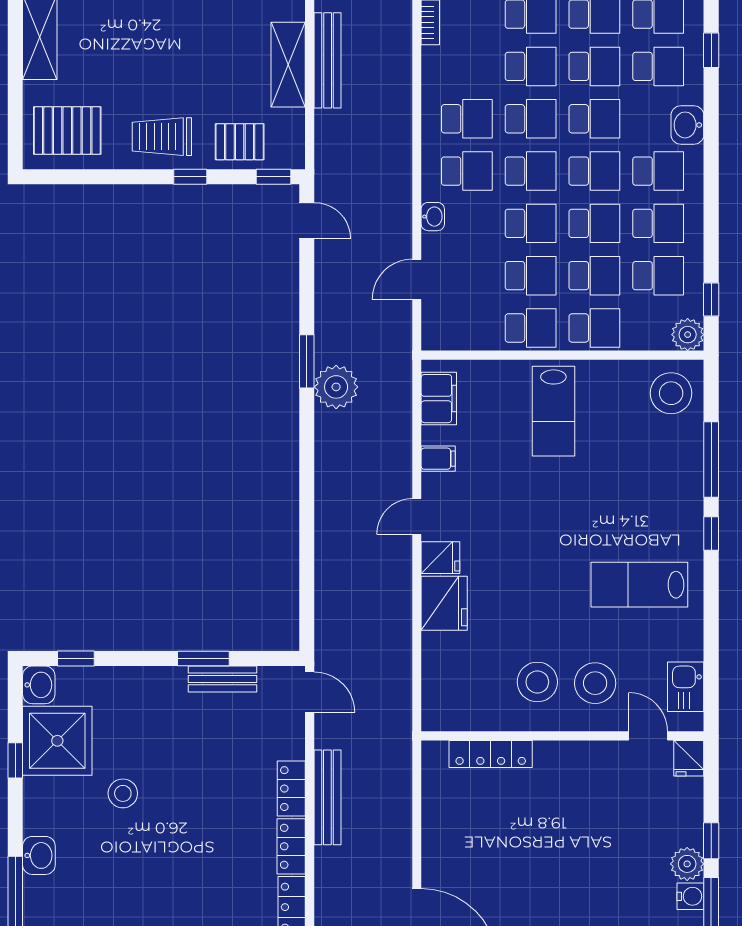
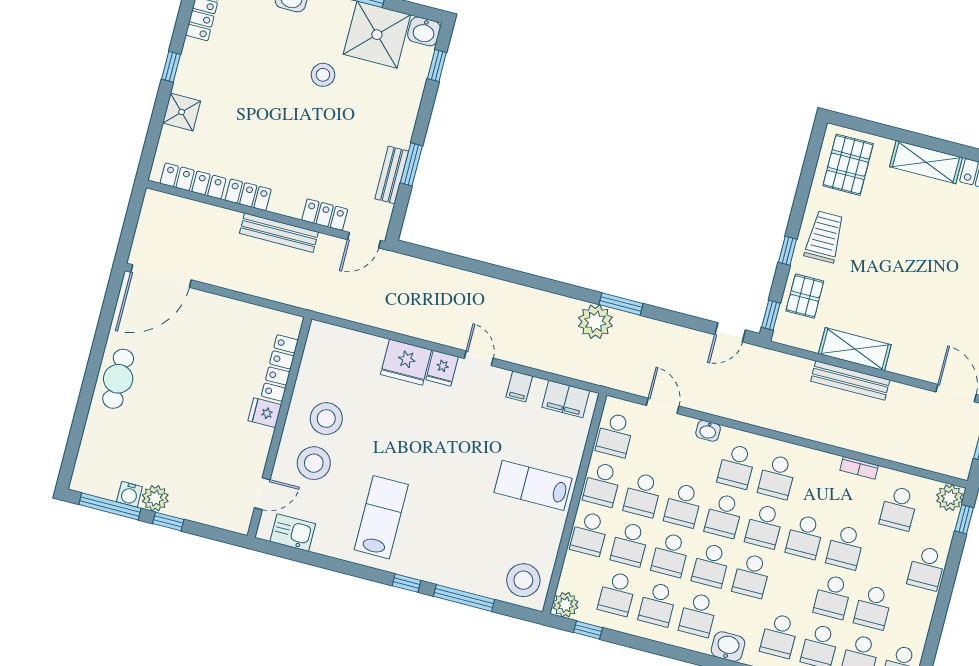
school desk: (594, 66) -> (615, 435), moved
fridge: (689, 758) -> (265, 413), moved
locker: (291, 789) -> (325, 215), moved

